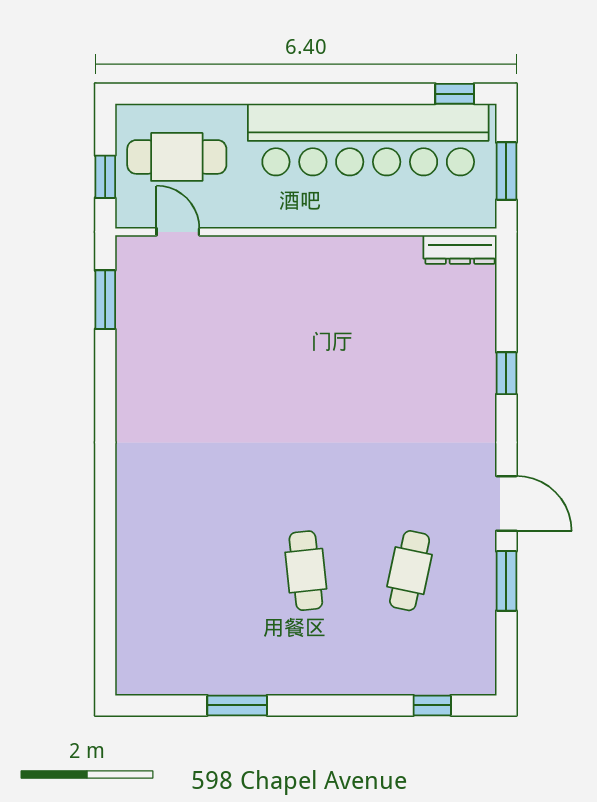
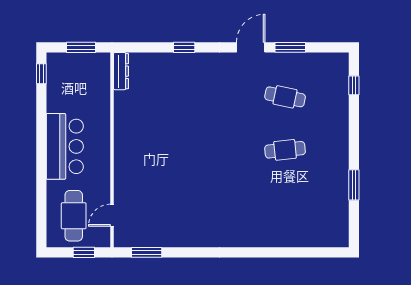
bar counter: (368, 140) -> (65, 146), width x0.54

